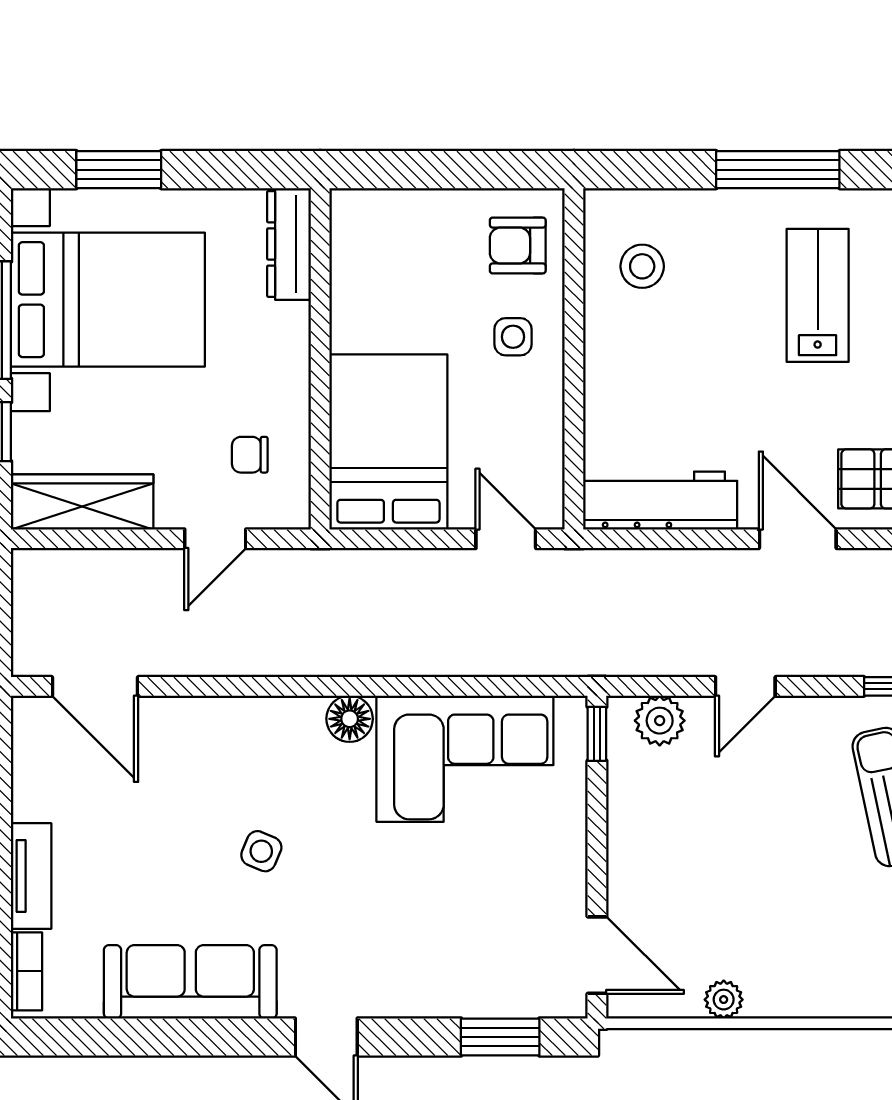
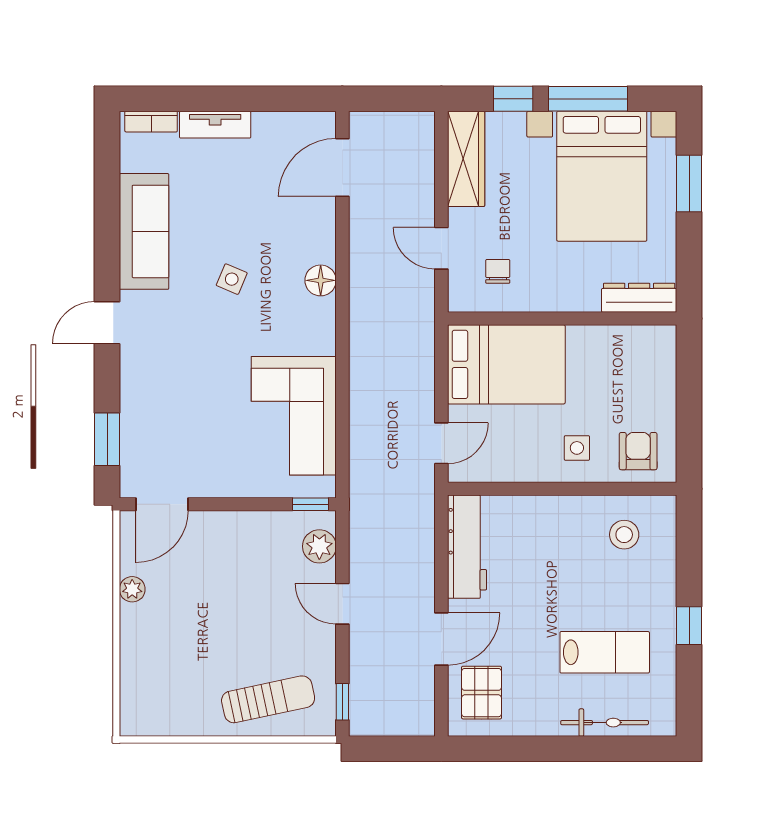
window: (778, 170) -> (689, 626), width x0.46
floor lamp: (350, 719) -> (321, 280), moved

